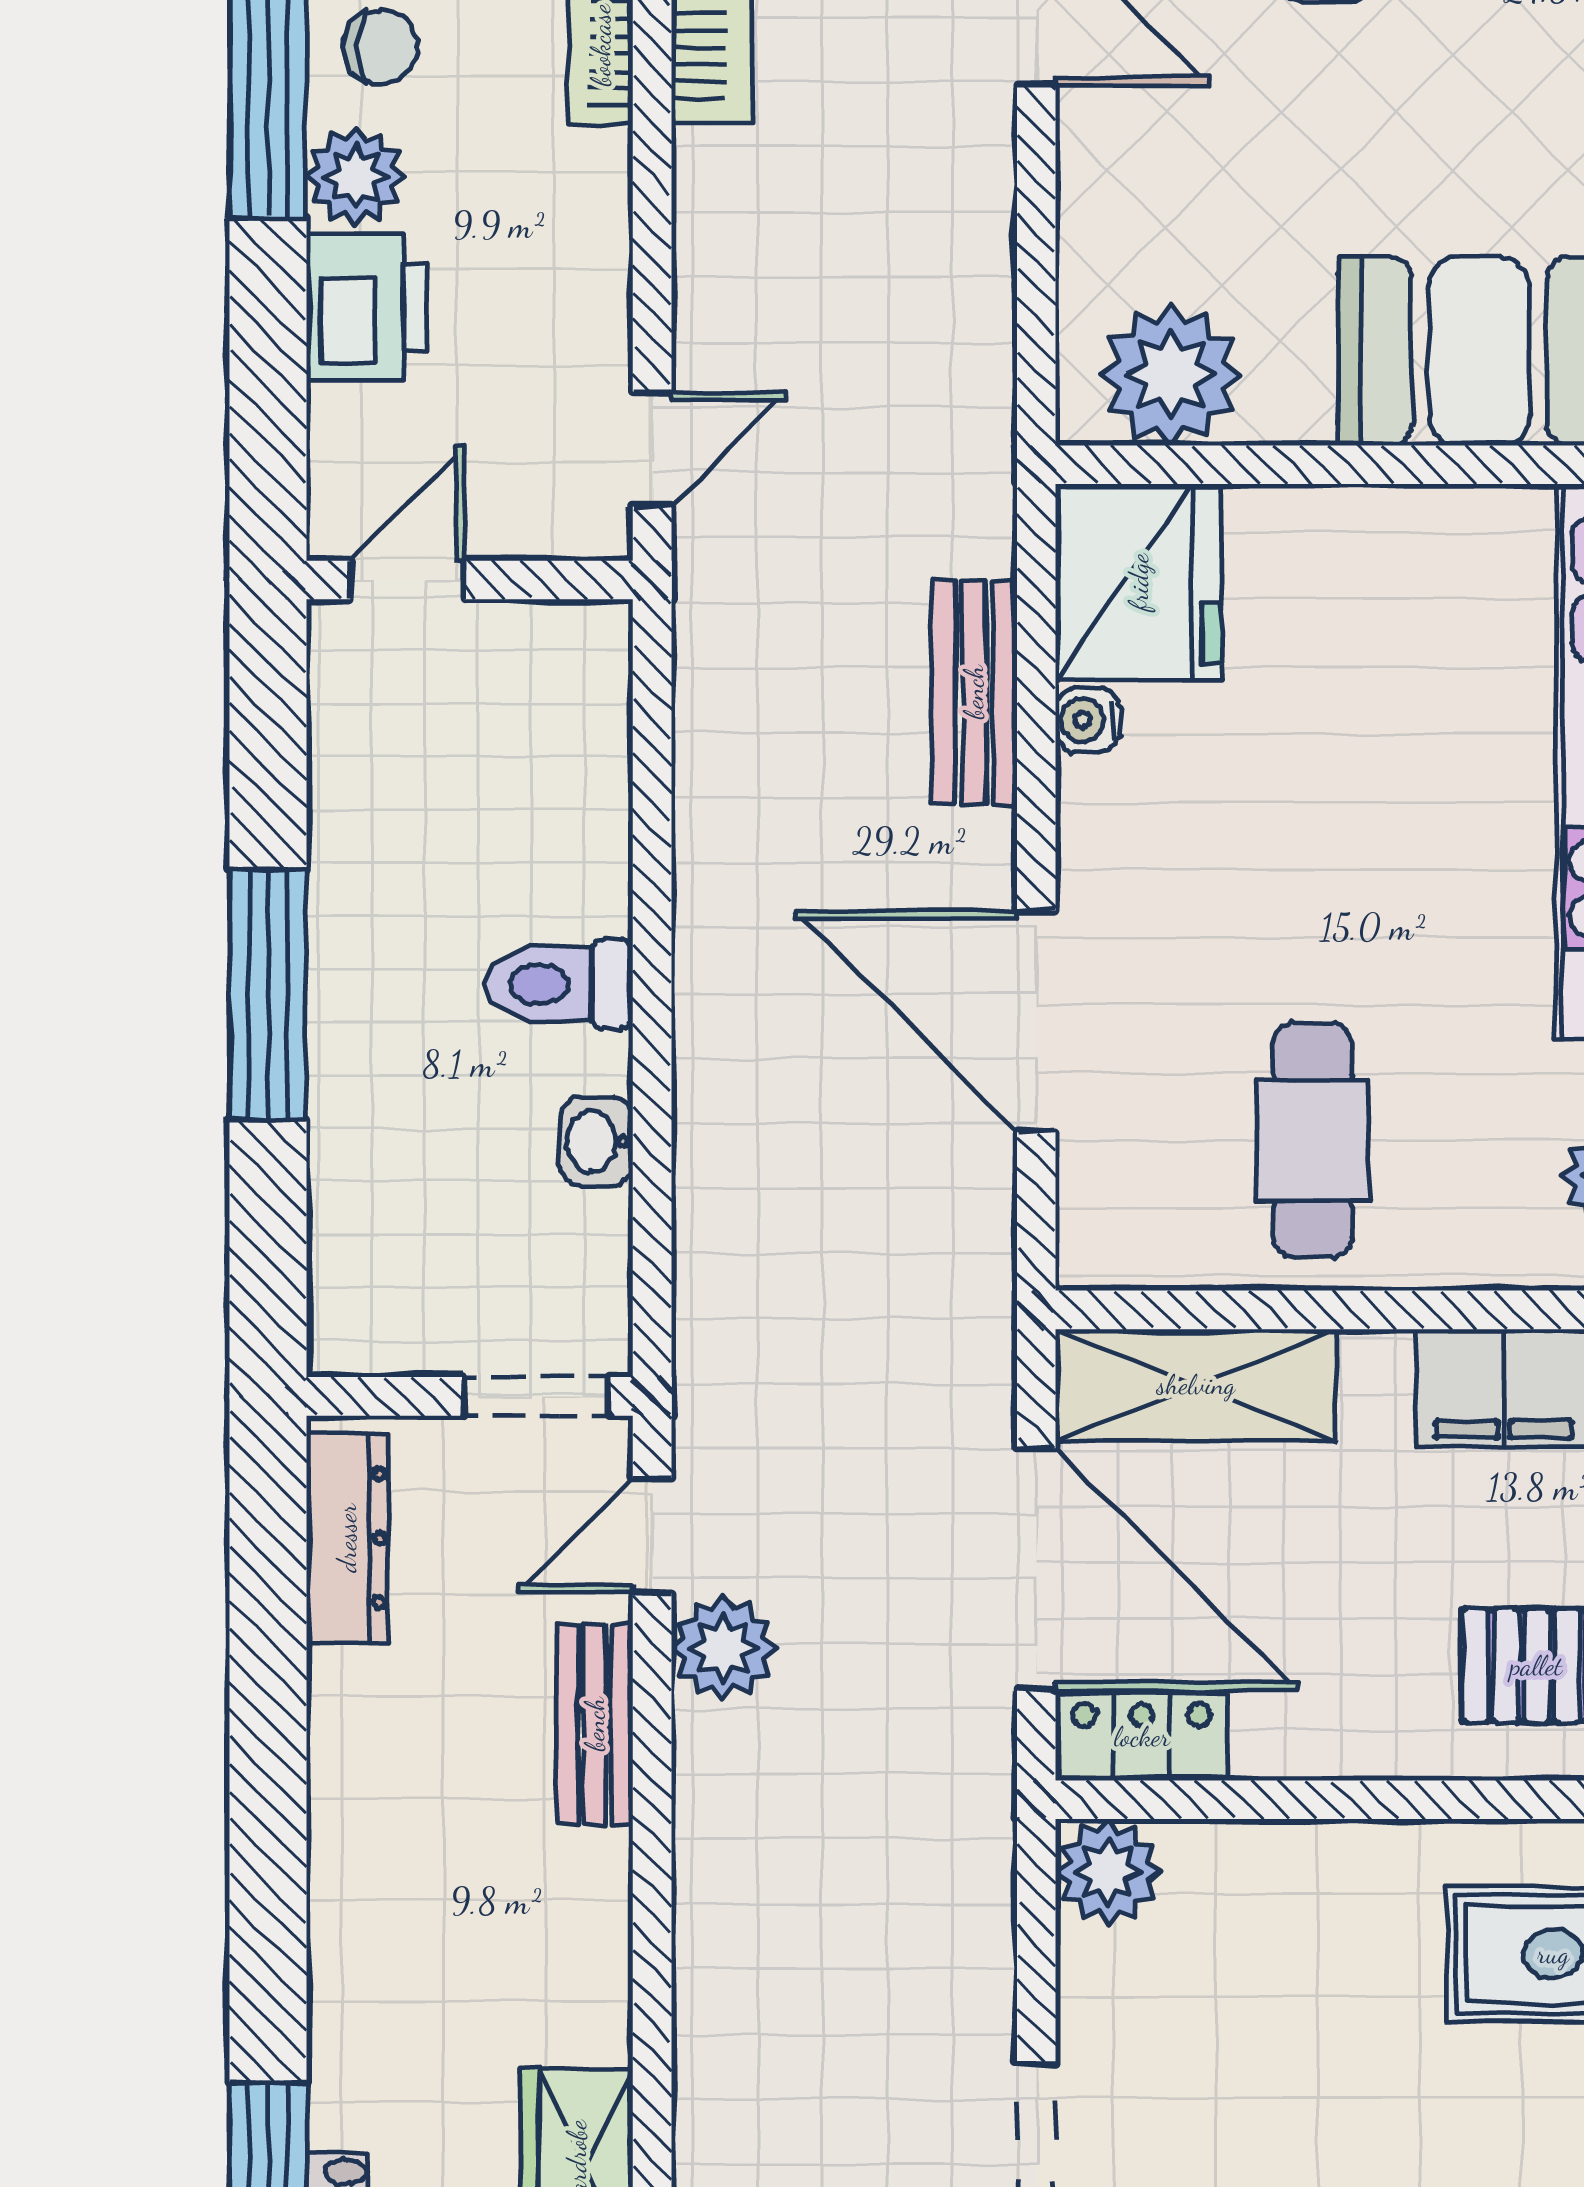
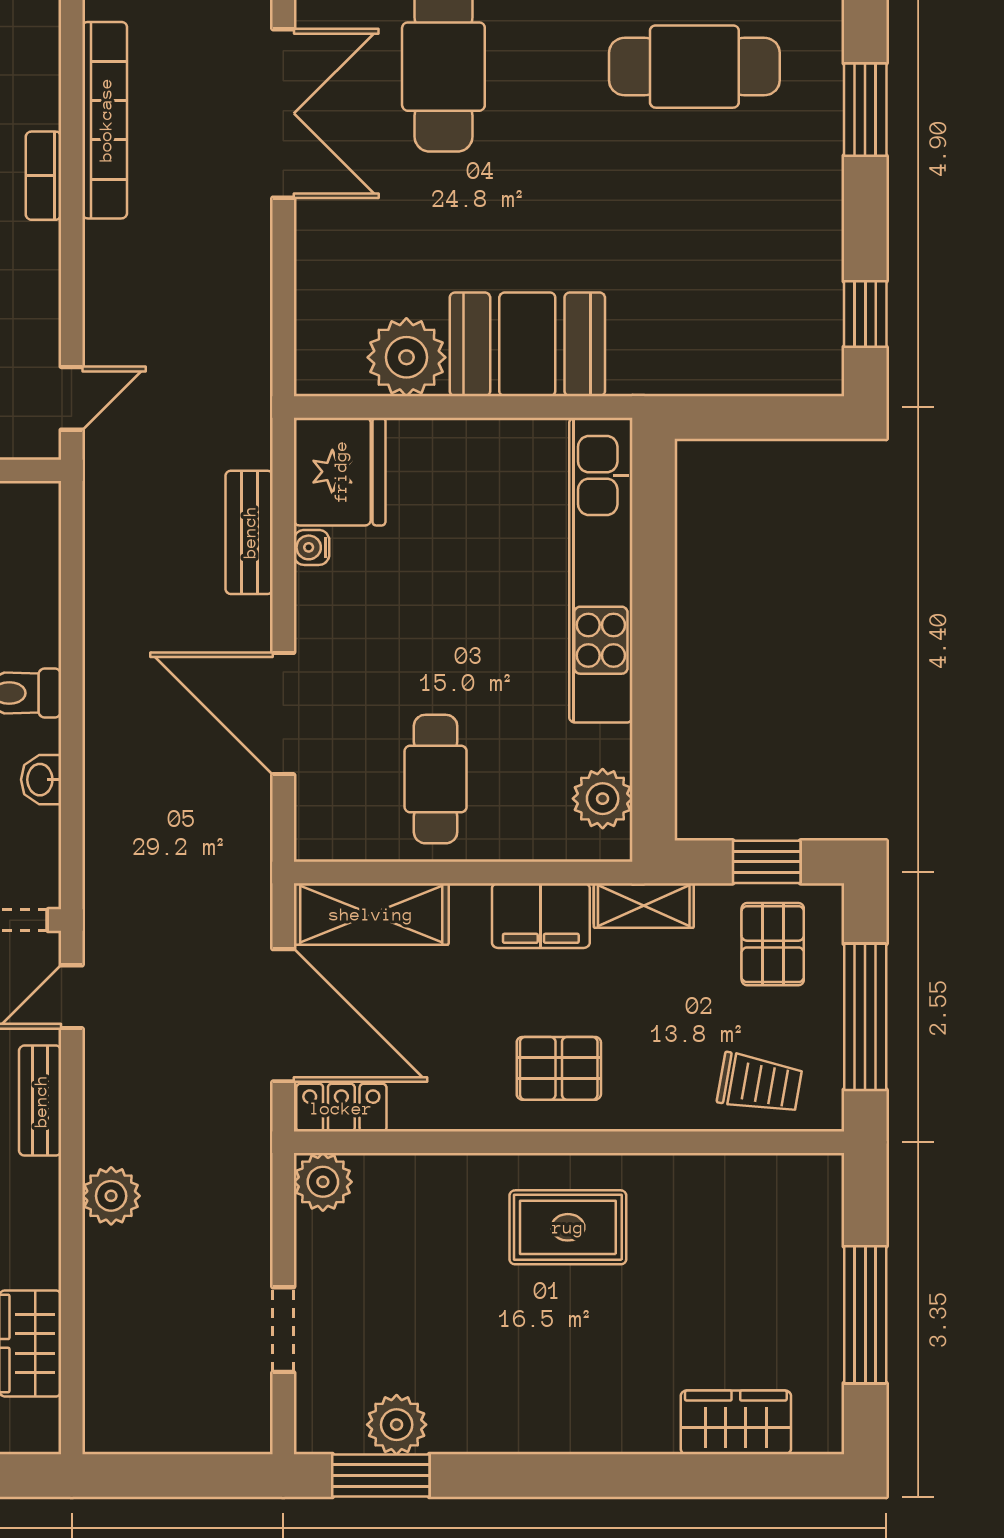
plant: (1171, 375) -> (406, 357), moved
plant: (724, 1648) -> (111, 1196), moved

